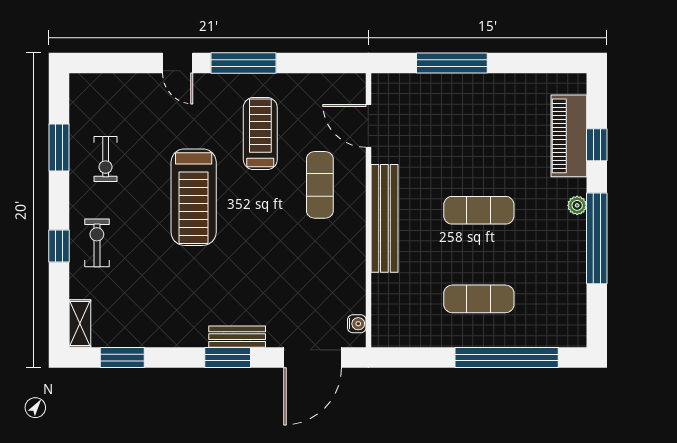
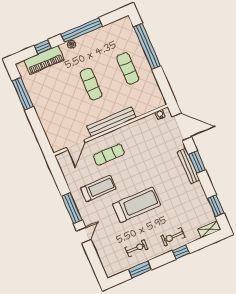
window: (452, 63) -> (23, 94), moved
treadmill: (260, 134) -> (98, 189), turned 180
bench: (237, 337) -> (188, 166), width x1.36

